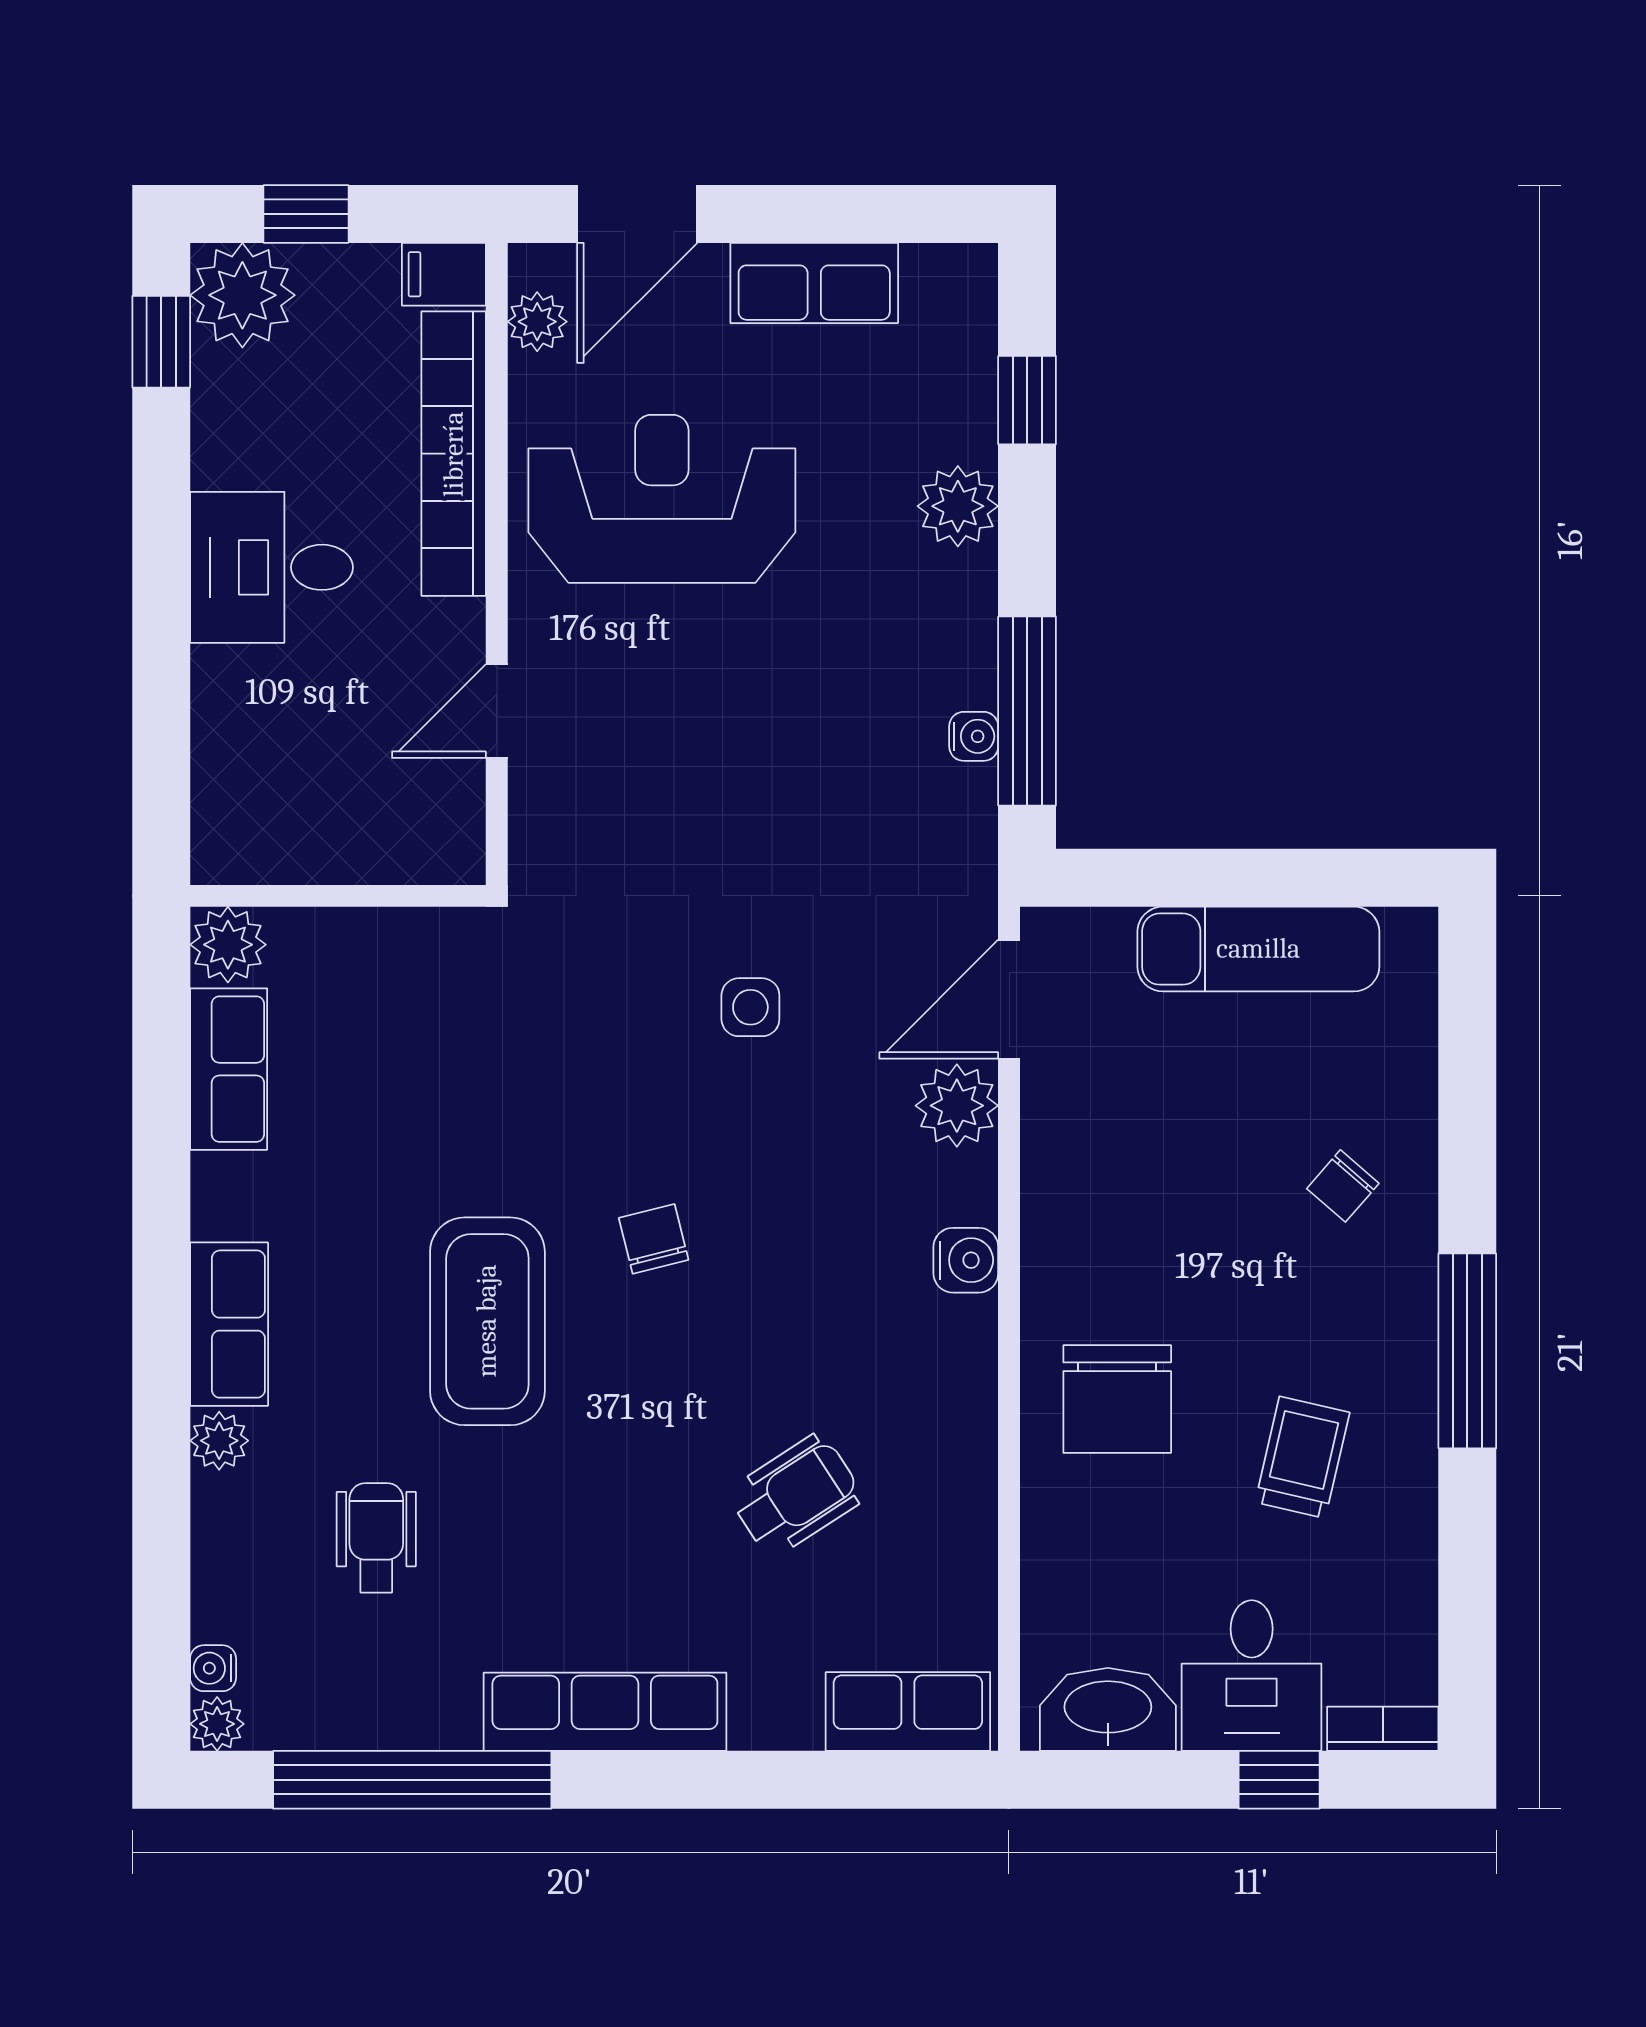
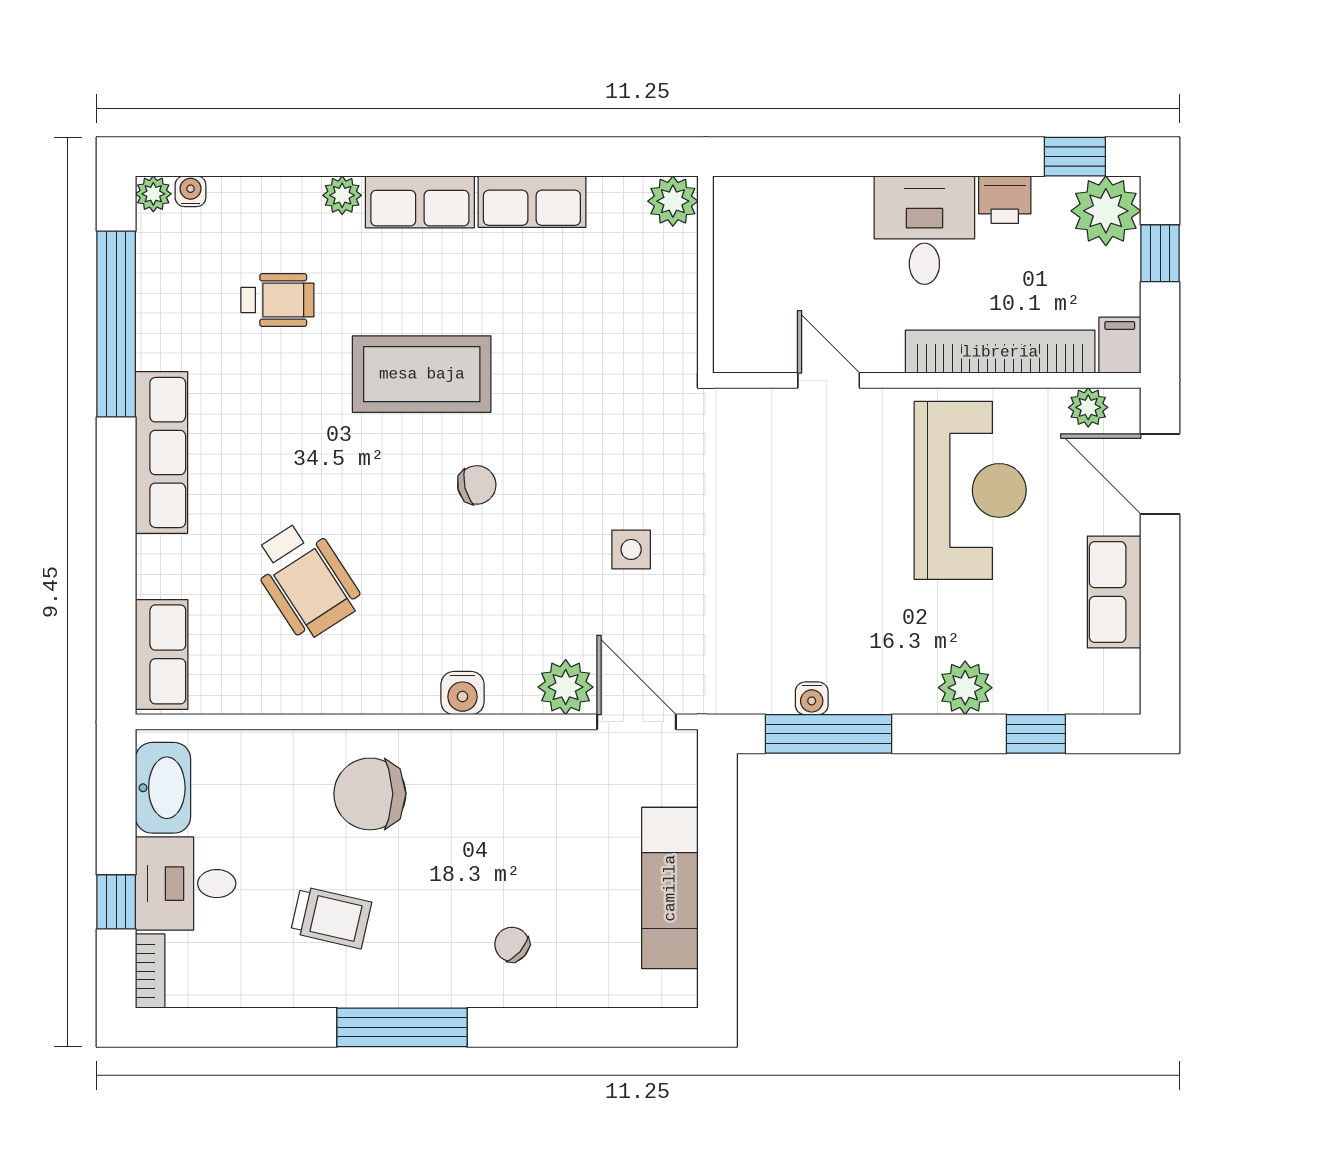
printer: (226, 447) -> (1005, 200), added
row of seats: (229, 1069) -> (532, 202), moved
wheelchair: (796, 1495) -> (306, 580), width x1.36, depth x1.37

